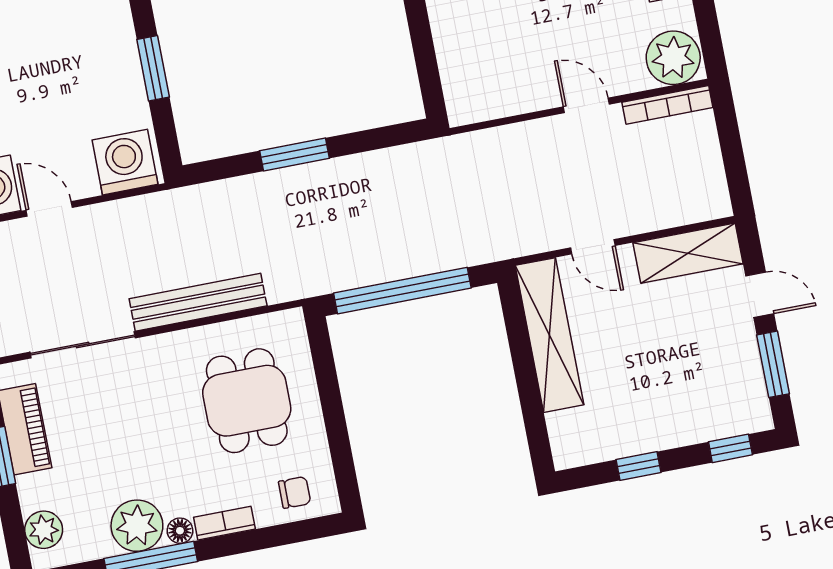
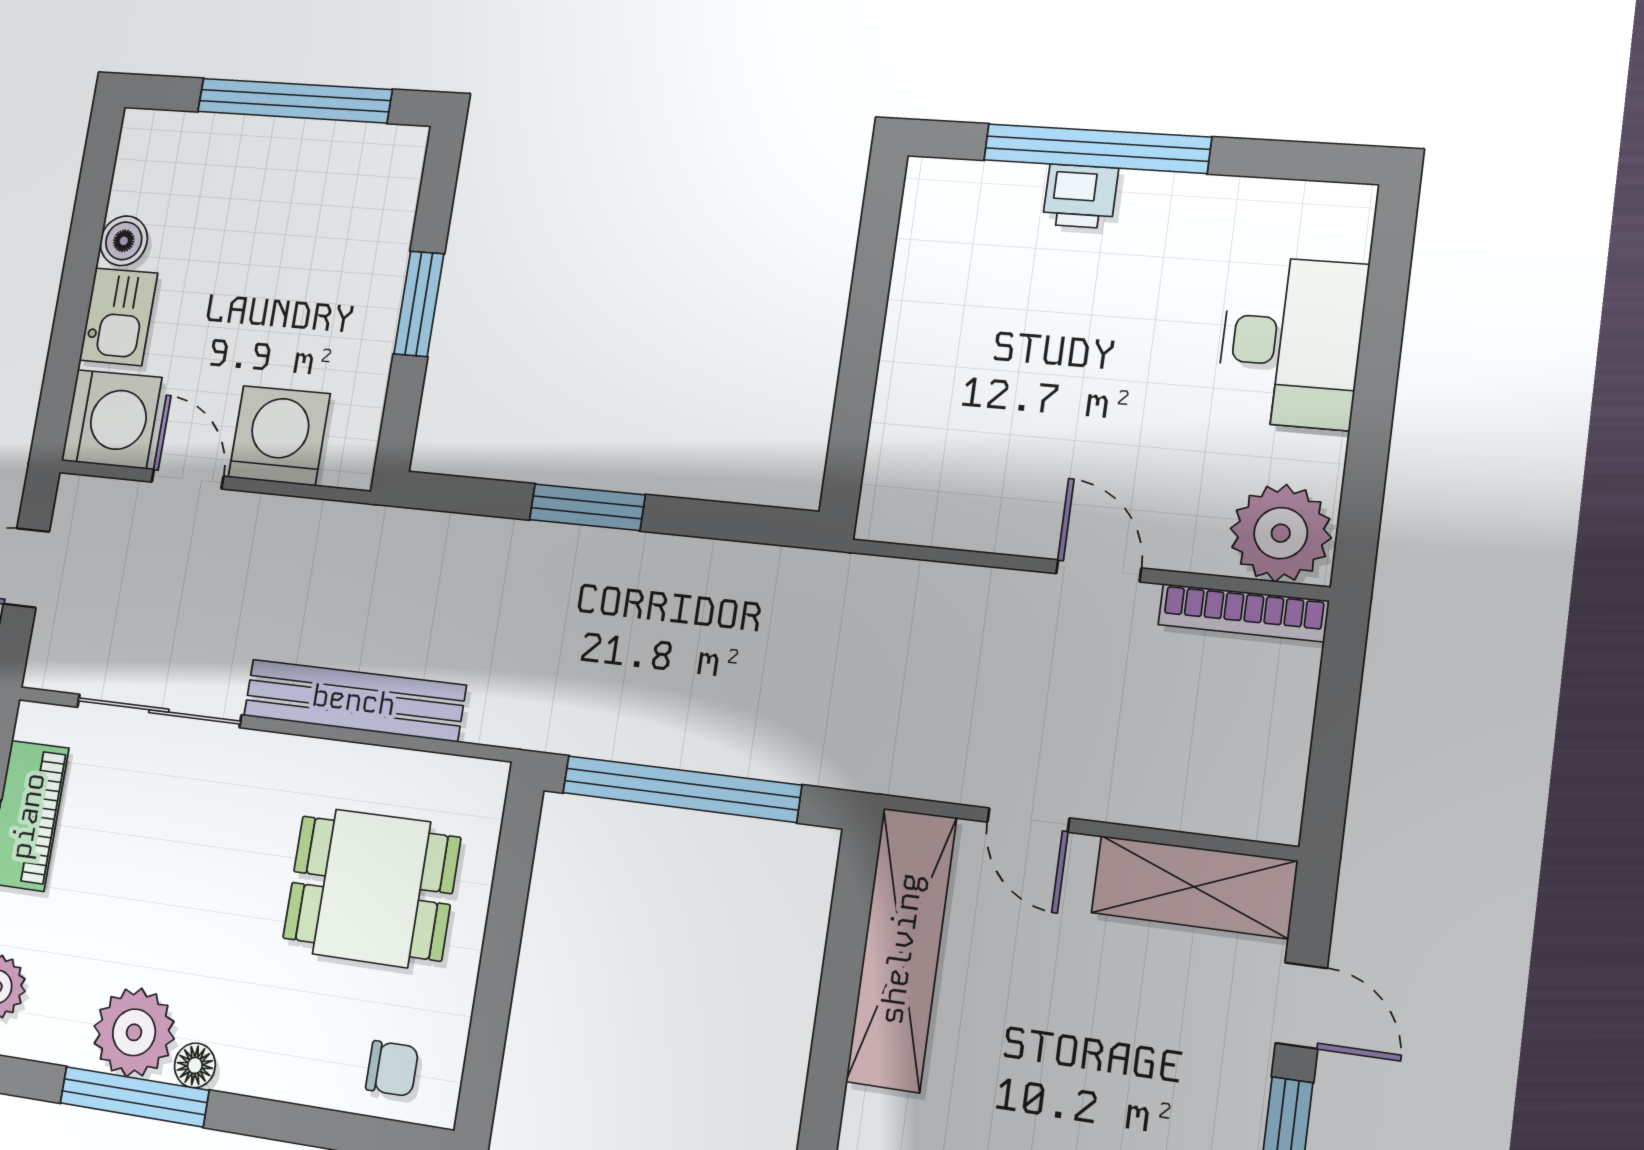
washing machine: (125, 162) -> (279, 436), moved
dining table: (247, 401) -> (372, 888), turned 90
bookcase: (224, 523) -> (266, 1079), removed

